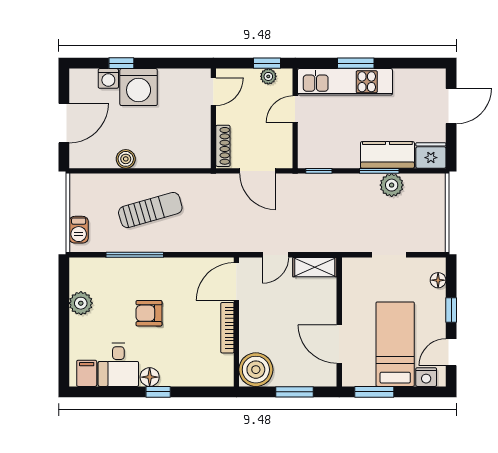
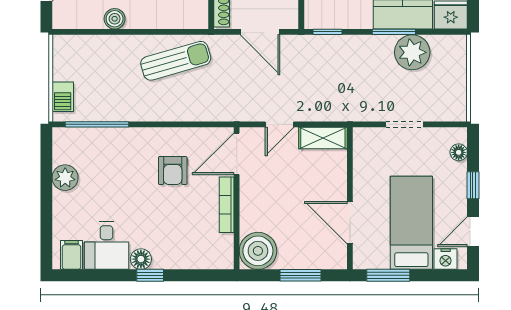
plant: (392, 185) -> (412, 52), width x1.36, depth x1.36
sun lounger: (150, 210) -> (176, 61), moved
window: (135, 255) -> (97, 124), moved
armchair: (149, 313) -> (173, 171), moved, turned -90

